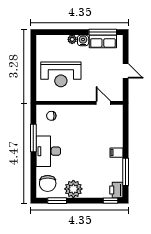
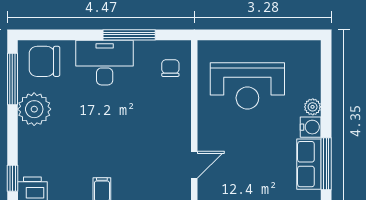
reception desk: (61, 74) -> (247, 86), turned -90
window: (57, 201) -> (12, 79), width x1.44

